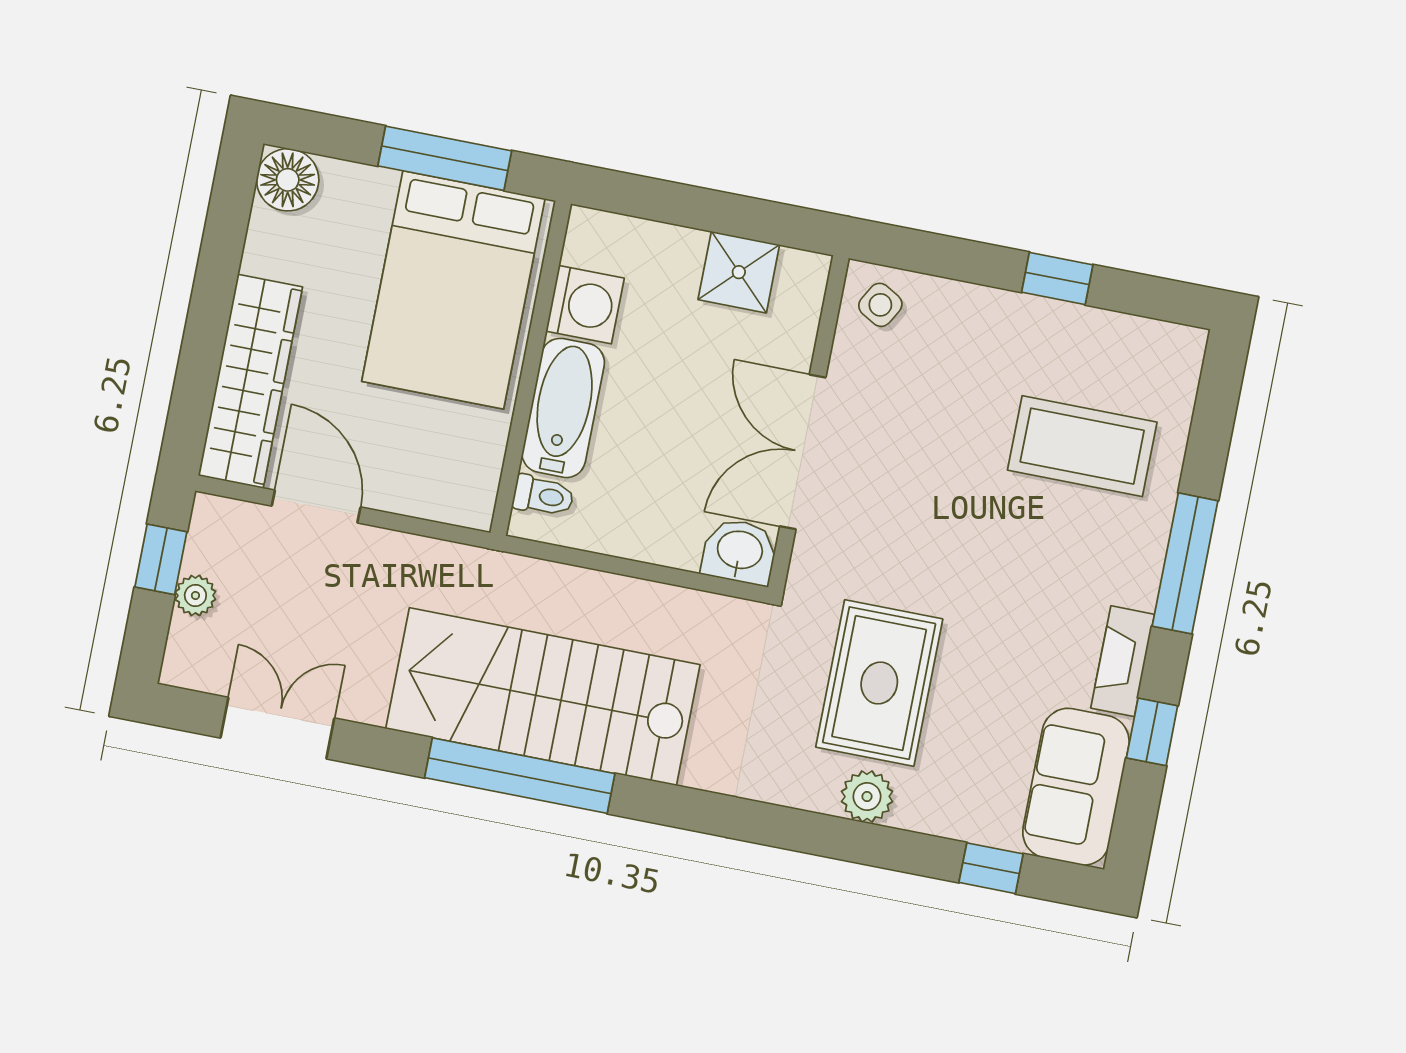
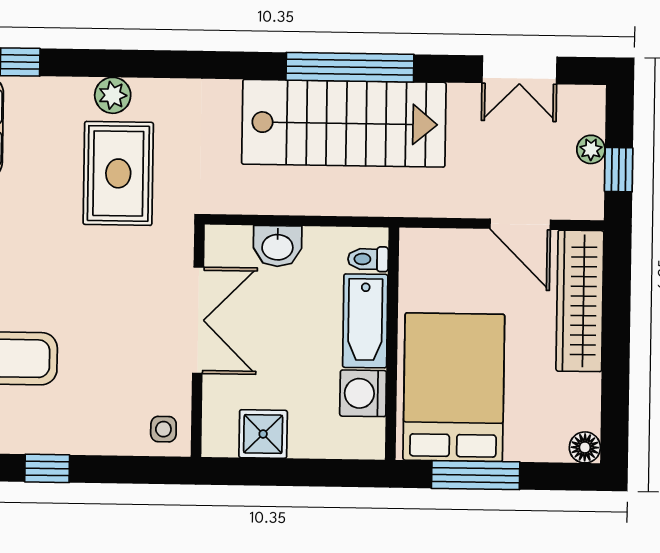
floor lamp: (288, 180) -> (585, 447), width x0.73, depth x0.73
side table: (880, 305) -> (163, 429), turned -30
washbasin: (740, 552) -> (277, 246), moved

